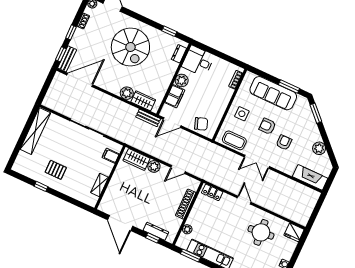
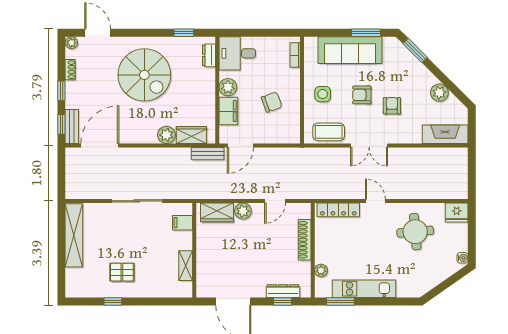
chair: (201, 124) -> (272, 102), moved
locker: (212, 192) -> (338, 210), width x1.53

